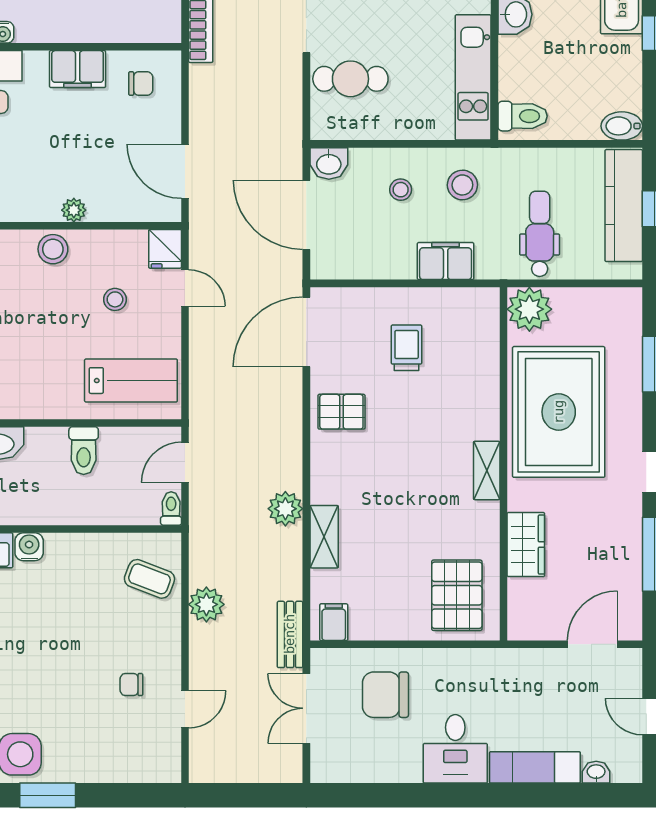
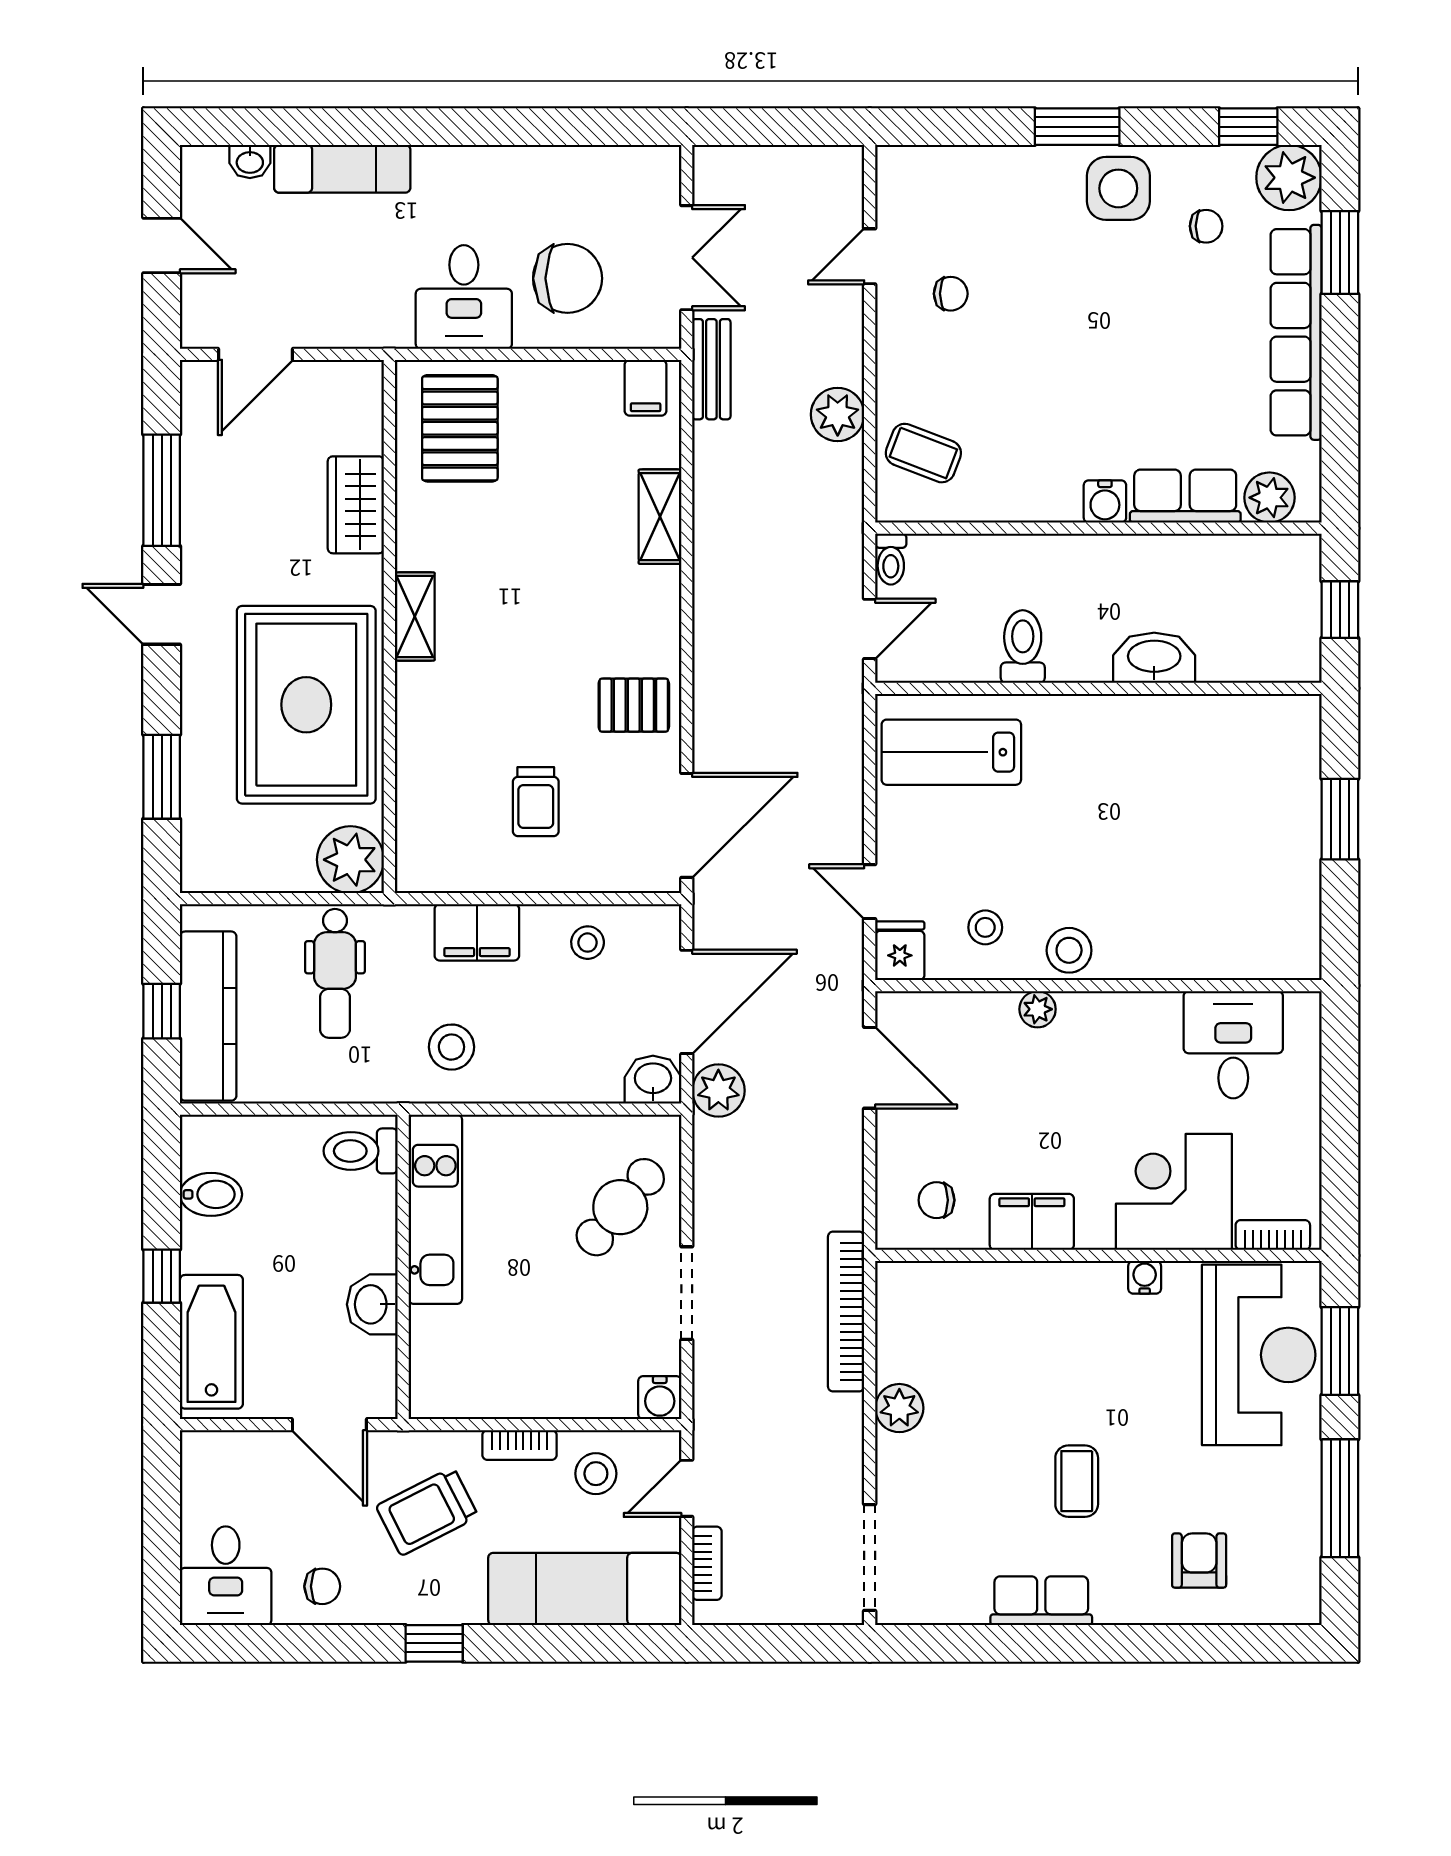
cafe table: (350, 79) -> (620, 1207), turned -50
bidet: (622, 126) -> (211, 1194), moved
stool: (401, 190) -> (588, 943), moved
door: (306, 215) -> (687, 1002), hinge flipped
stool: (115, 299) -> (985, 927), moved
plant: (285, 509) -> (718, 1091), moved
desk: (455, 749) -> (464, 297), moved, turned 180

